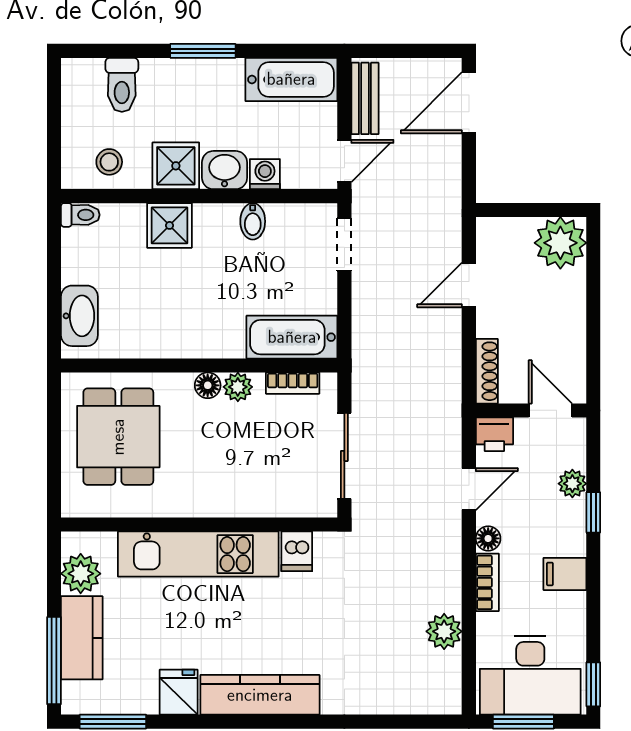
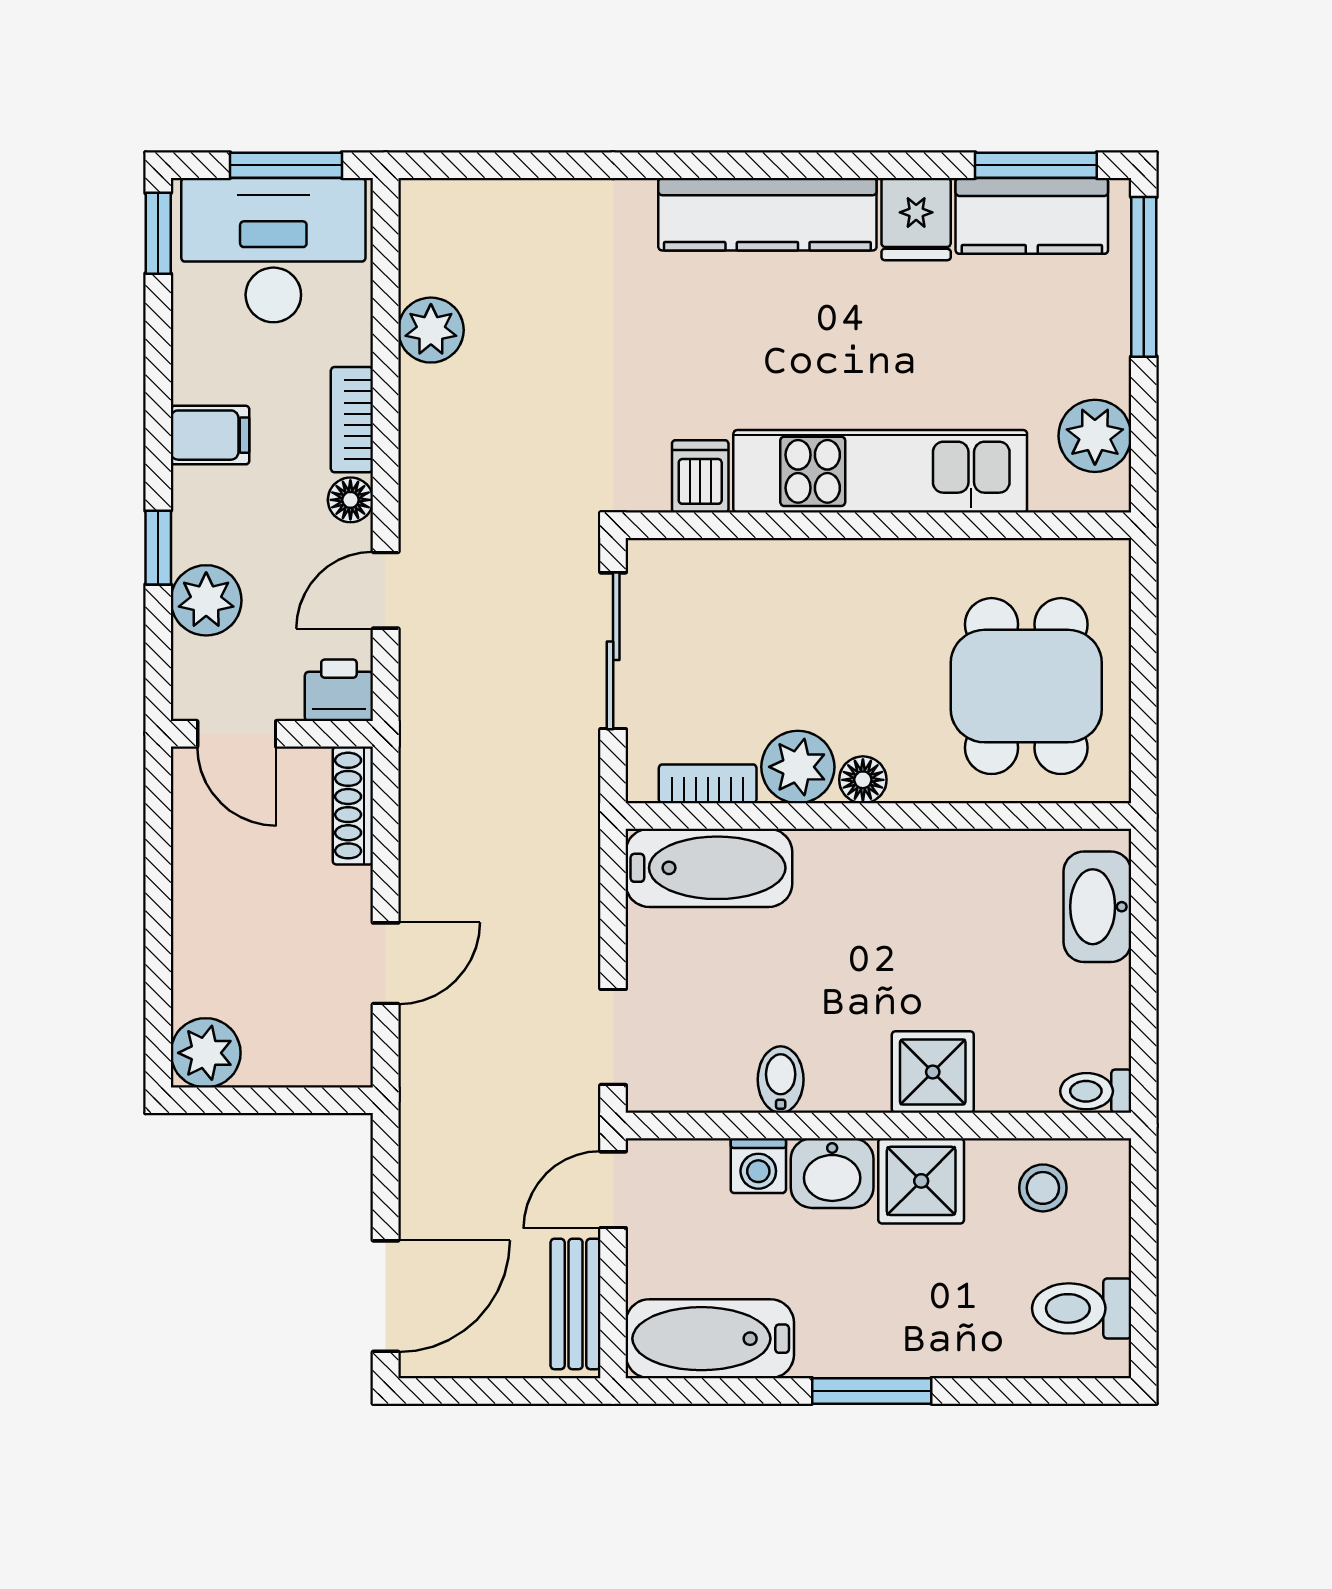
toilet: (122, 85) -> (1082, 1308), moved, turned -90
plant: (560, 243) -> (206, 1053), width x0.73, depth x0.73
plant: (238, 387) -> (798, 767), width x1.38, depth x1.38
plant: (572, 484) -> (206, 600), width x1.38, depth x1.38
kitchen counter: (82, 638) -> (1032, 216), moved, turned -90

